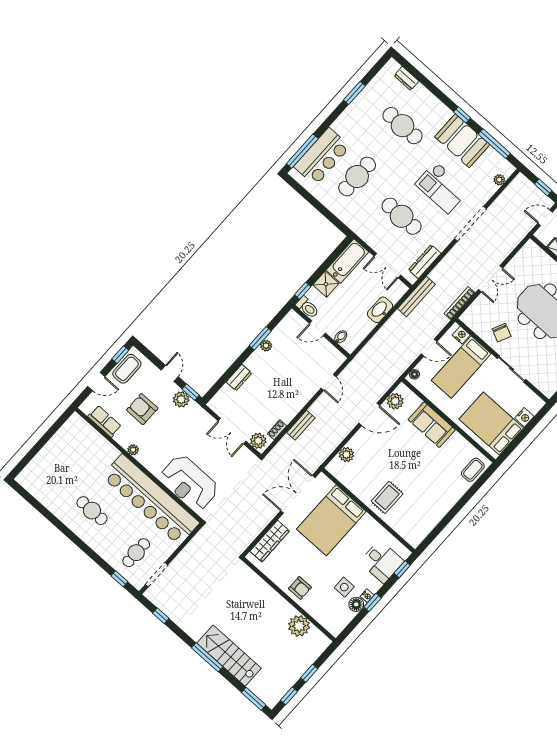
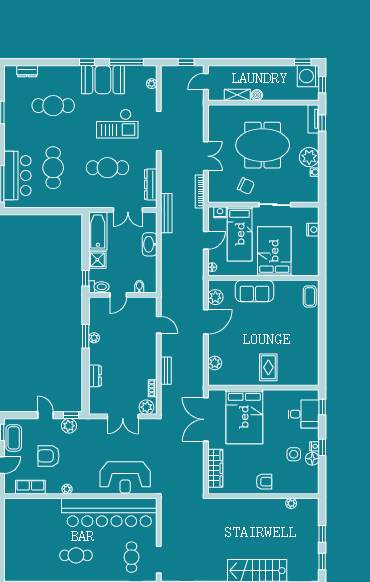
bed: (491, 424) -> (274, 251), moved, turned 90
plant: (299, 626) -> (291, 503), width x0.53, depth x0.53

